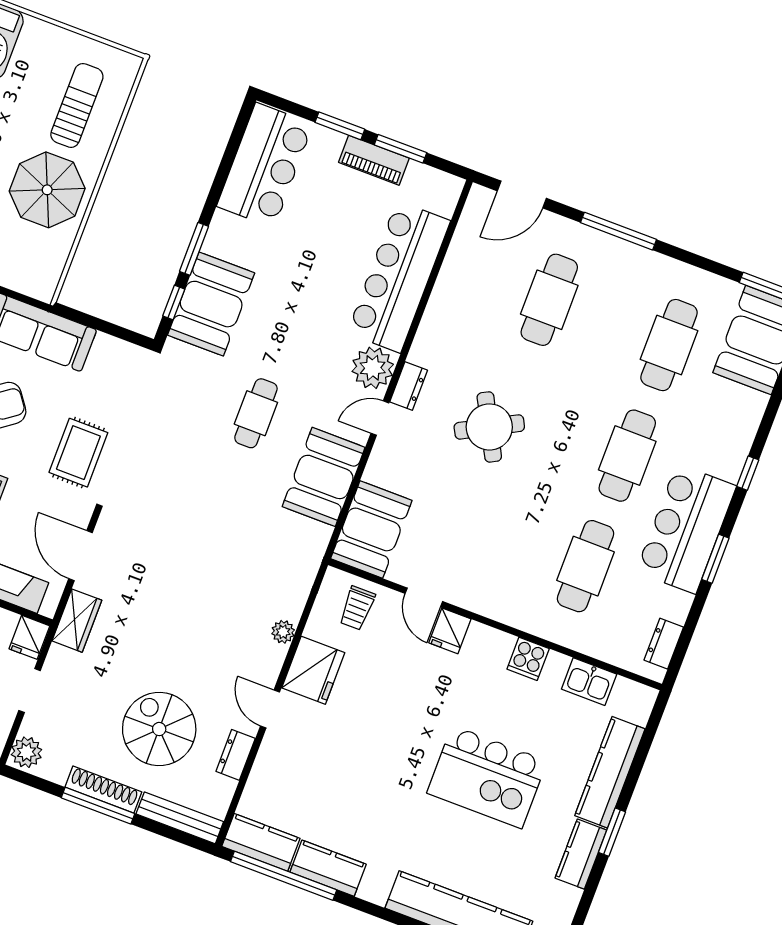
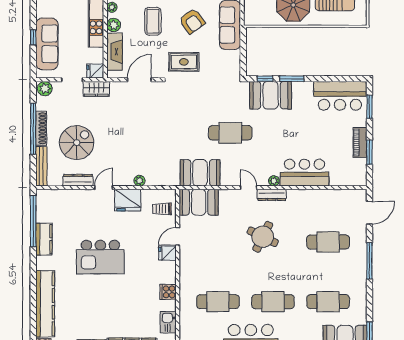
window: (340, 126) -> (369, 107), moved
door: (522, 195) -> (369, 213), swing flipped
bar counter: (399, 277) -> (304, 173), width x0.73
plant: (373, 368) -> (274, 181), width x0.53, depth x0.53
dresser: (409, 386) -> (272, 195), width x1.44
cafe table: (256, 413) -> (230, 133), width x1.37, depth x1.35
round table: (489, 427) -> (263, 237), turned -36
booth: (324, 477) -> (200, 173), moved
wardrobe: (77, 621) -> (96, 89), moved
dresser: (236, 755) -> (78, 180), width x1.44
kitchen island: (487, 777) -> (100, 257), moved, turned -90
window: (98, 806) -> (33, 129), width x1.46
kitchen counter: (261, 842) -> (44, 206), removed

